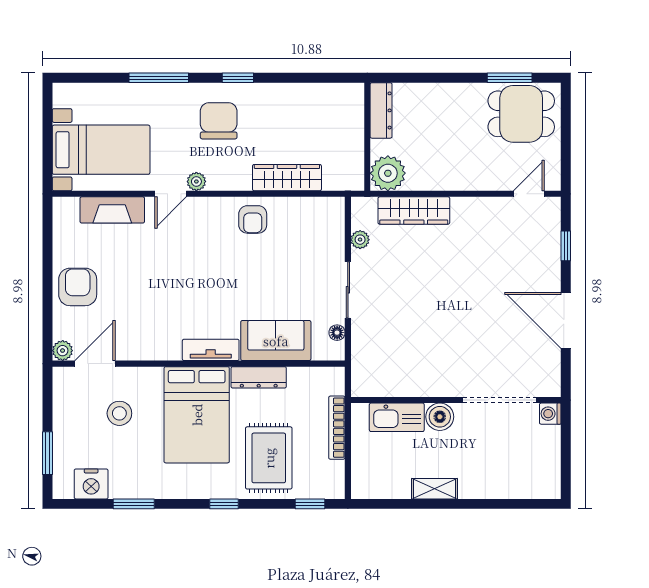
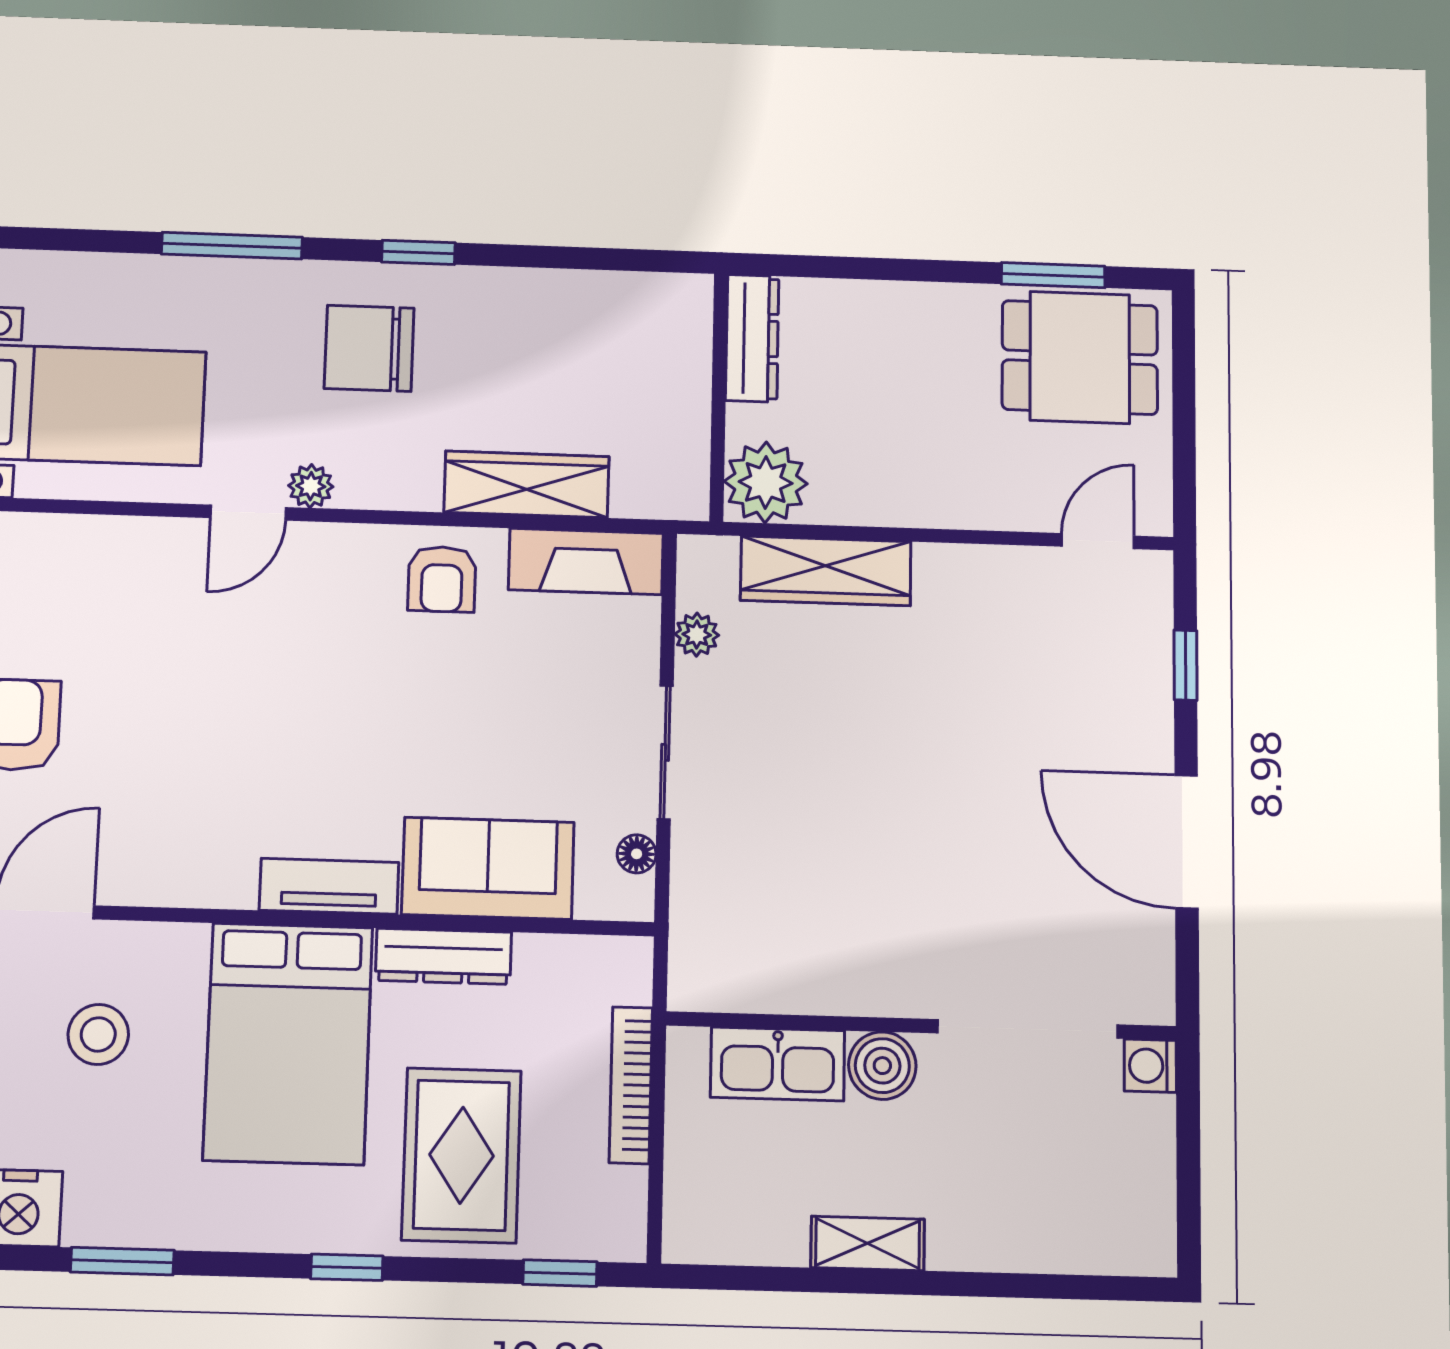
chair: (219, 121) -> (369, 348), turned -90
fireplace: (112, 210) -> (586, 562), moved

